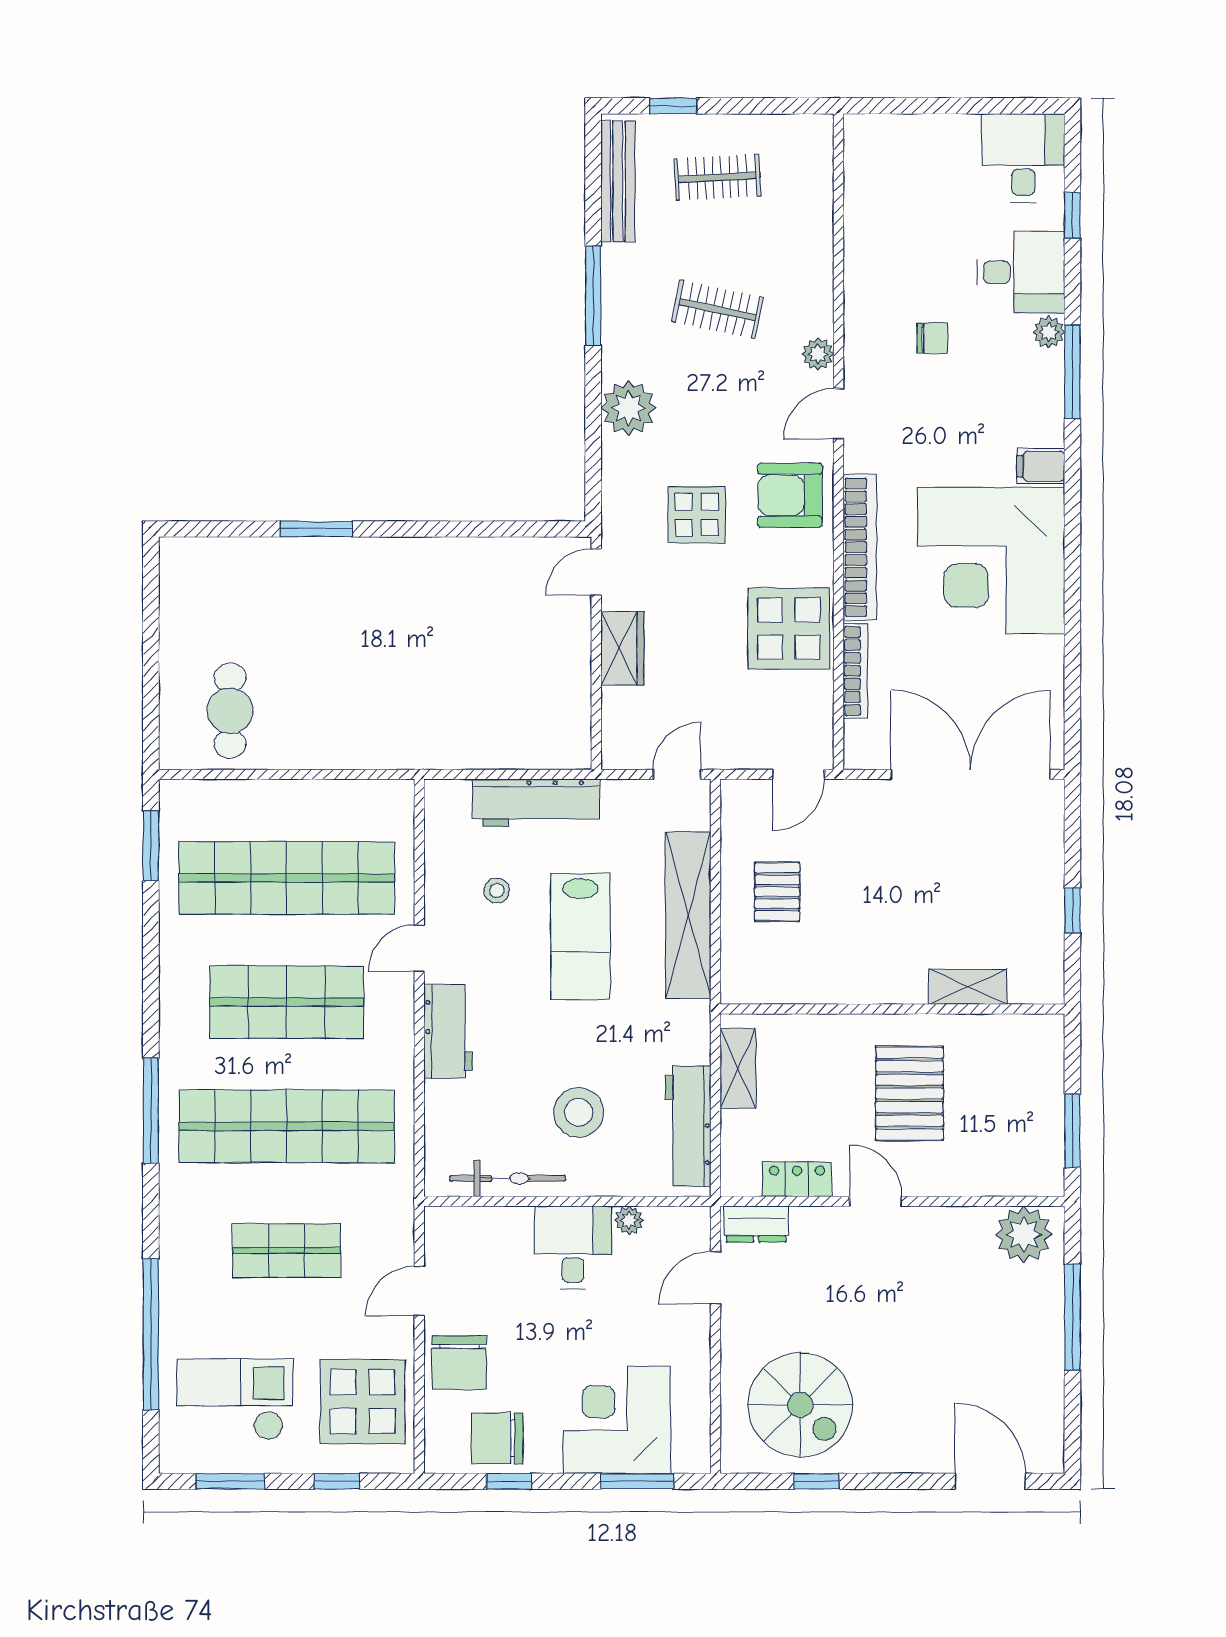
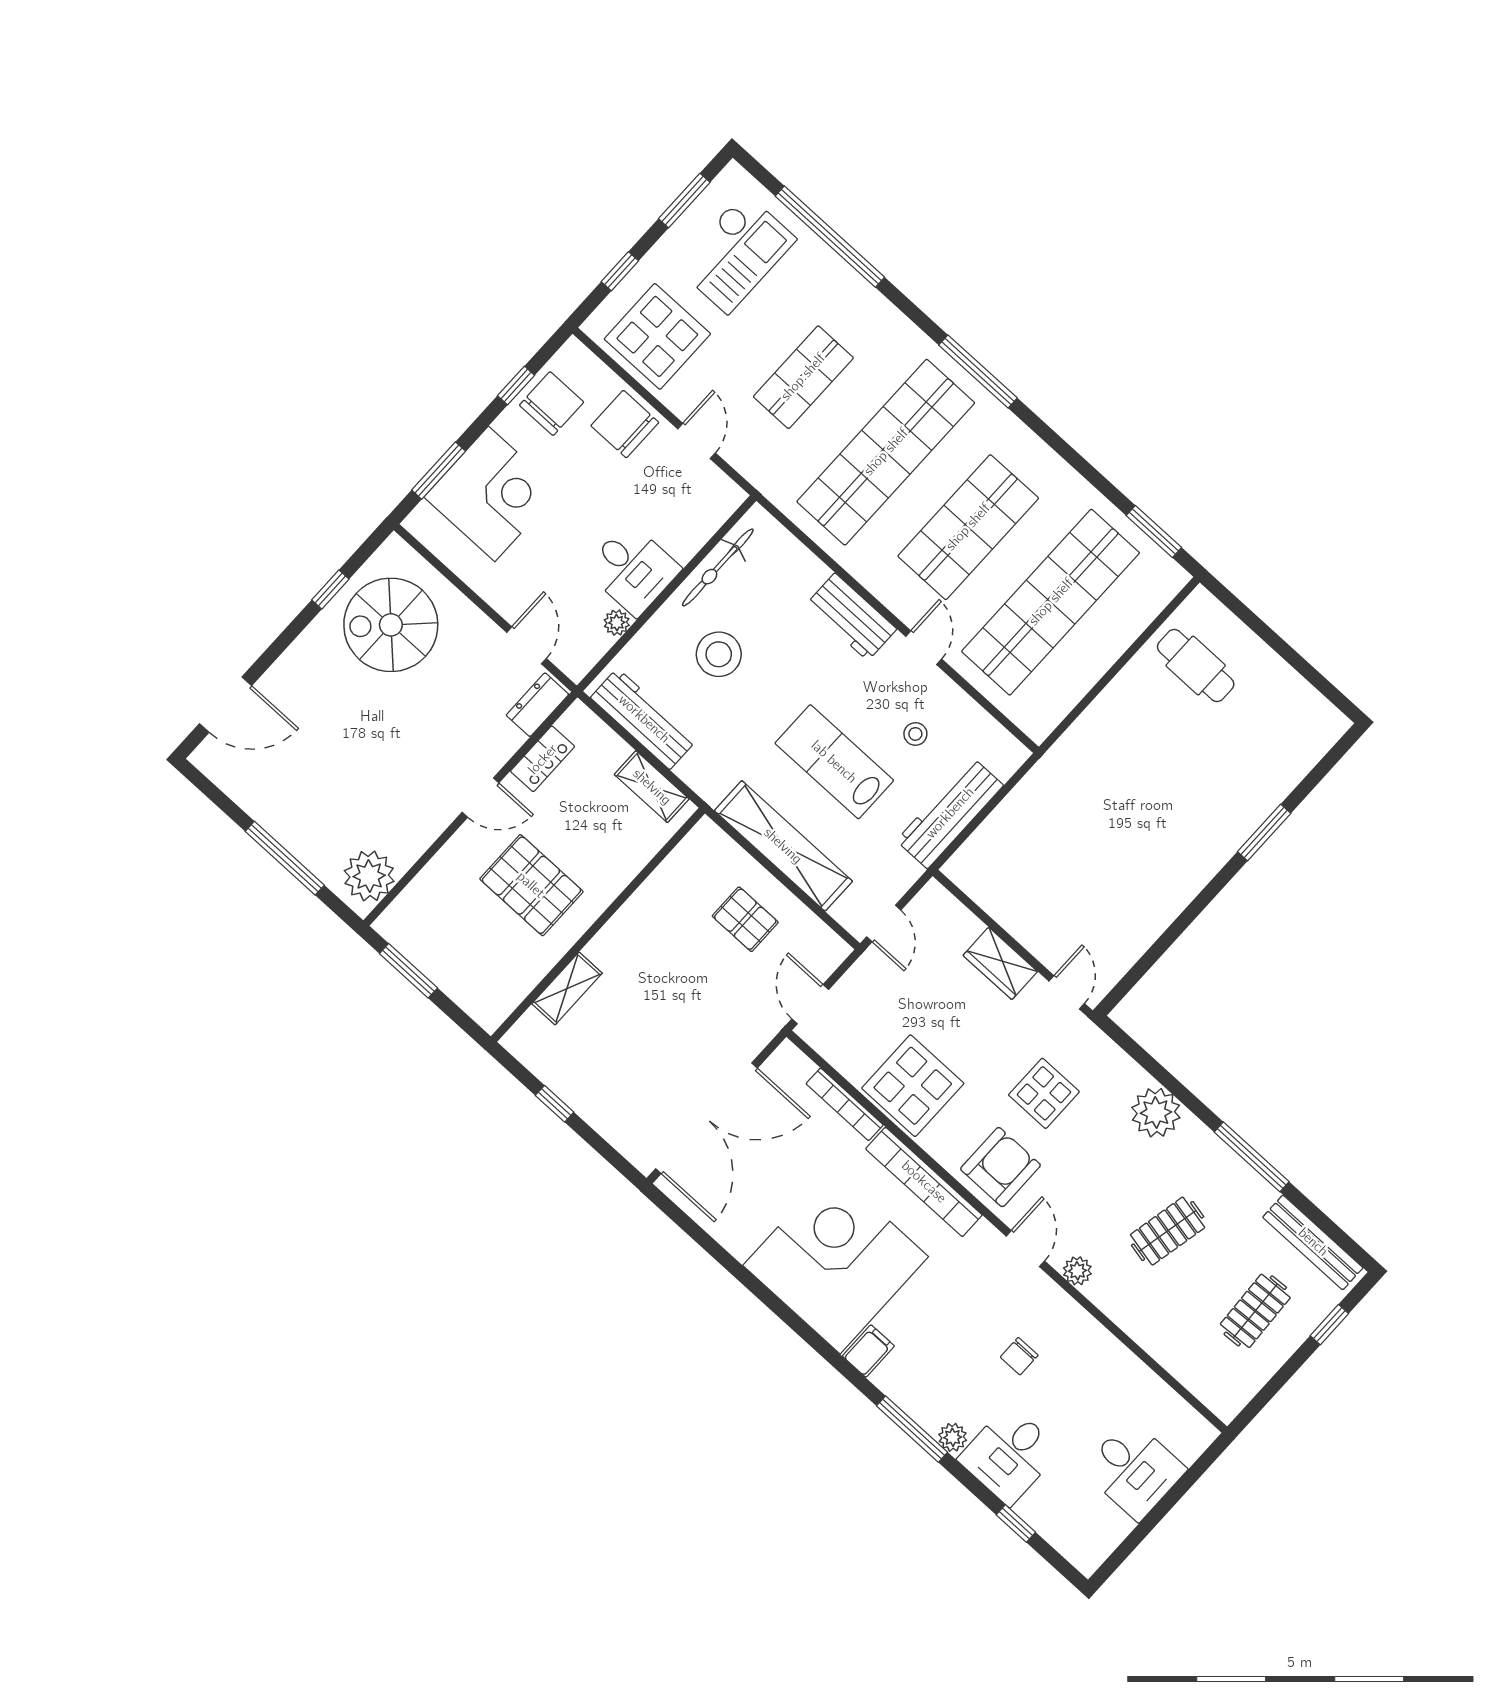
desk: (1023, 158) -> (1134, 1470), moved

